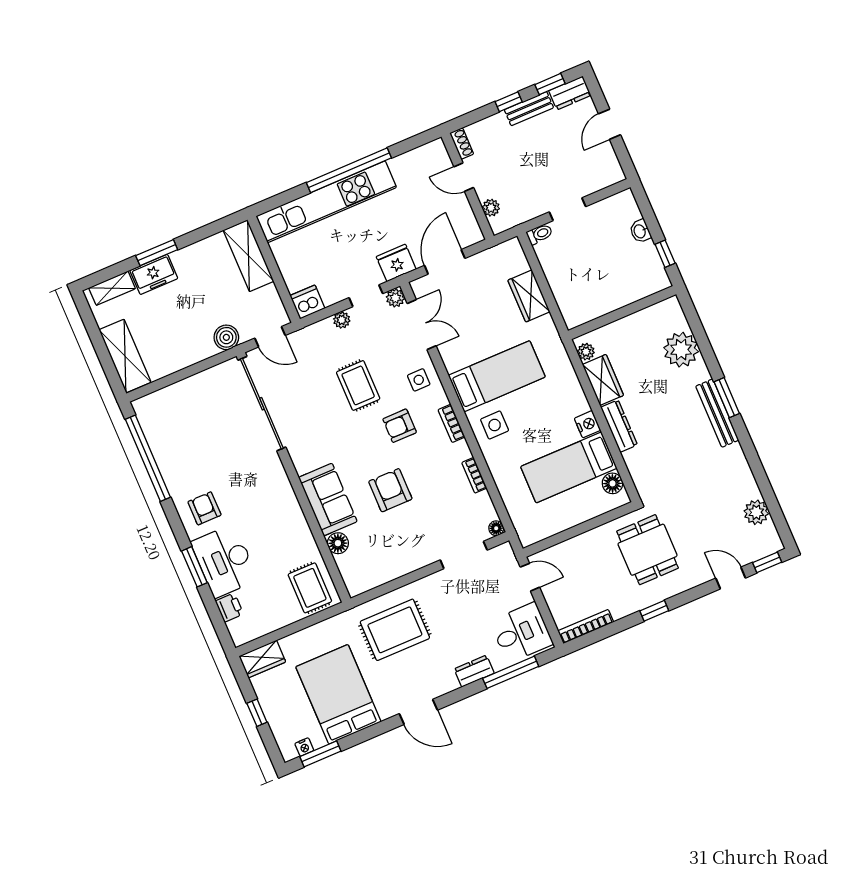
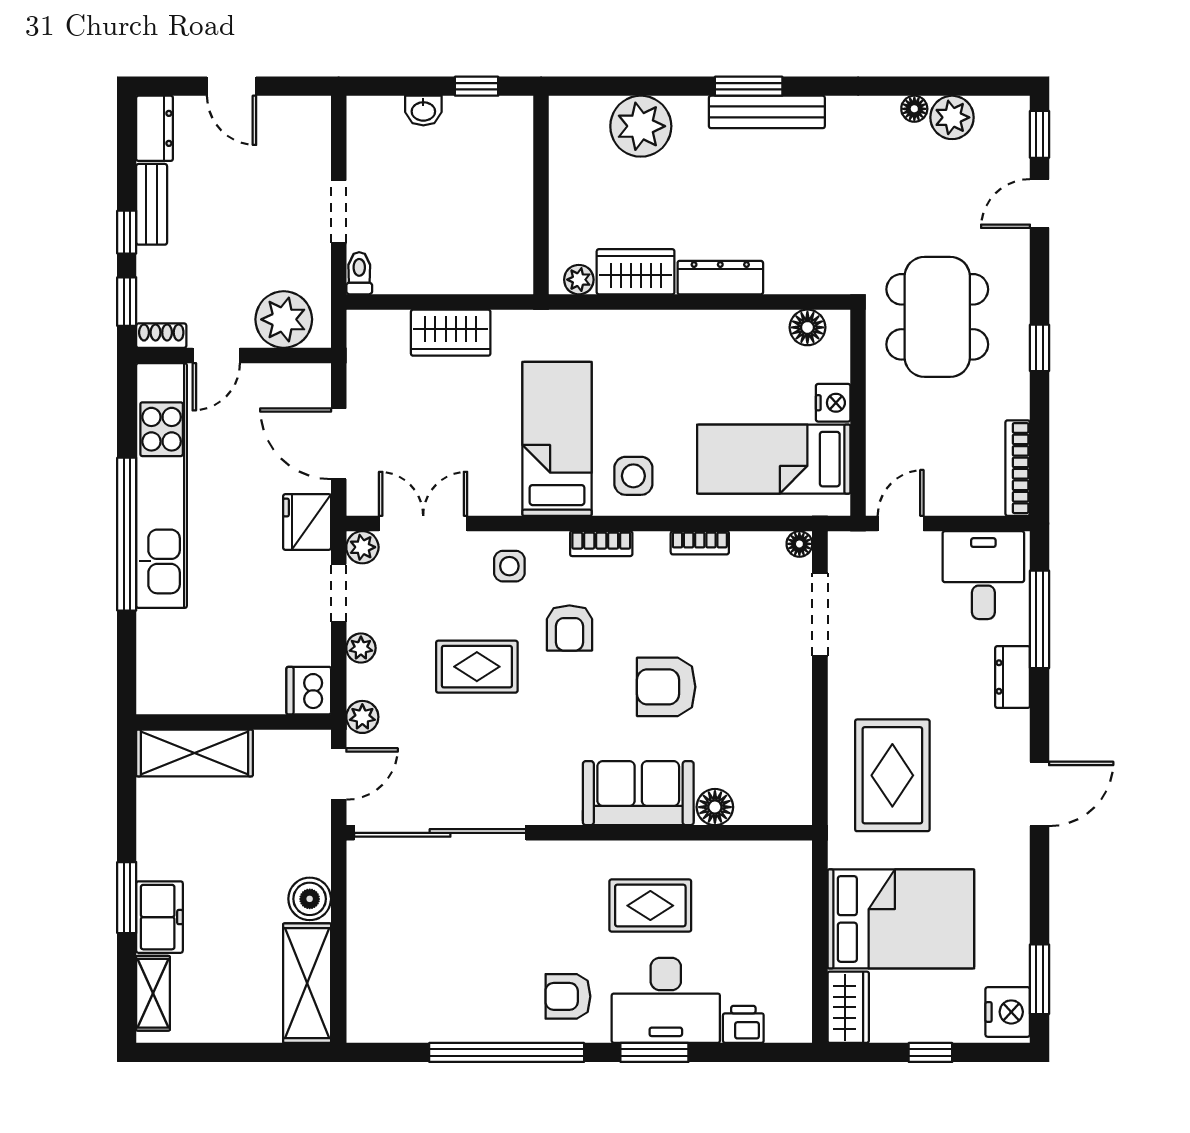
window: (550, 84) -> (127, 302), moved
kitchen unit: (326, 202) -> (162, 486), moved
plant: (491, 208) -> (284, 319), width x1.87, depth x1.87
plant: (306, 336) -> (362, 717), added
boiler: (226, 337) -> (310, 899), moved
shelving: (125, 356) -> (307, 983), moved, turned 90
nightstand: (587, 424) -> (833, 403), moved, turned 90
window: (148, 458) -> (507, 1052), moved
bed: (569, 467) -> (774, 459), moved, turned 90
floor lamp: (752, 490) -> (914, 109), added
dining table: (648, 550) -> (937, 317), width x1.38
rug: (310, 588) -> (650, 906), moved
bed: (338, 694) -> (901, 919), moved, turned 180
nightstand: (304, 747) -> (1008, 1012), width x1.89, depth x1.79

